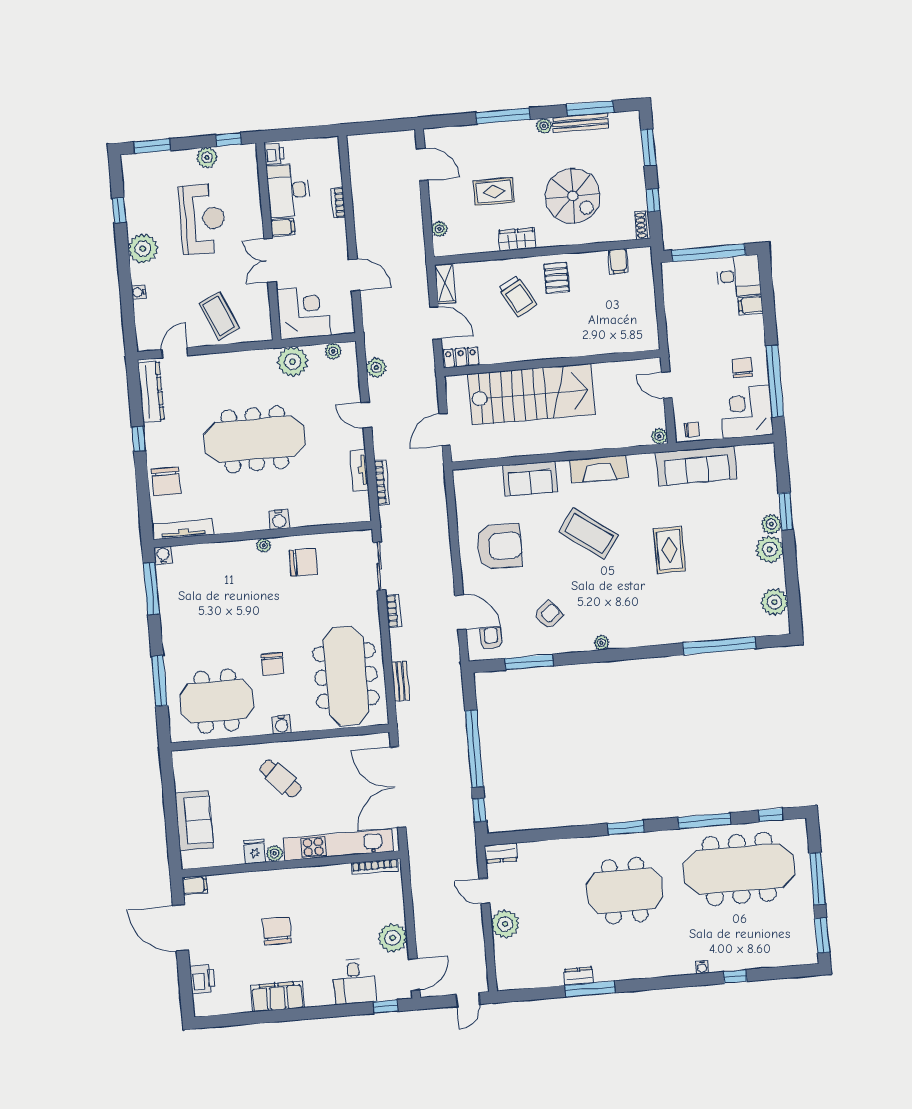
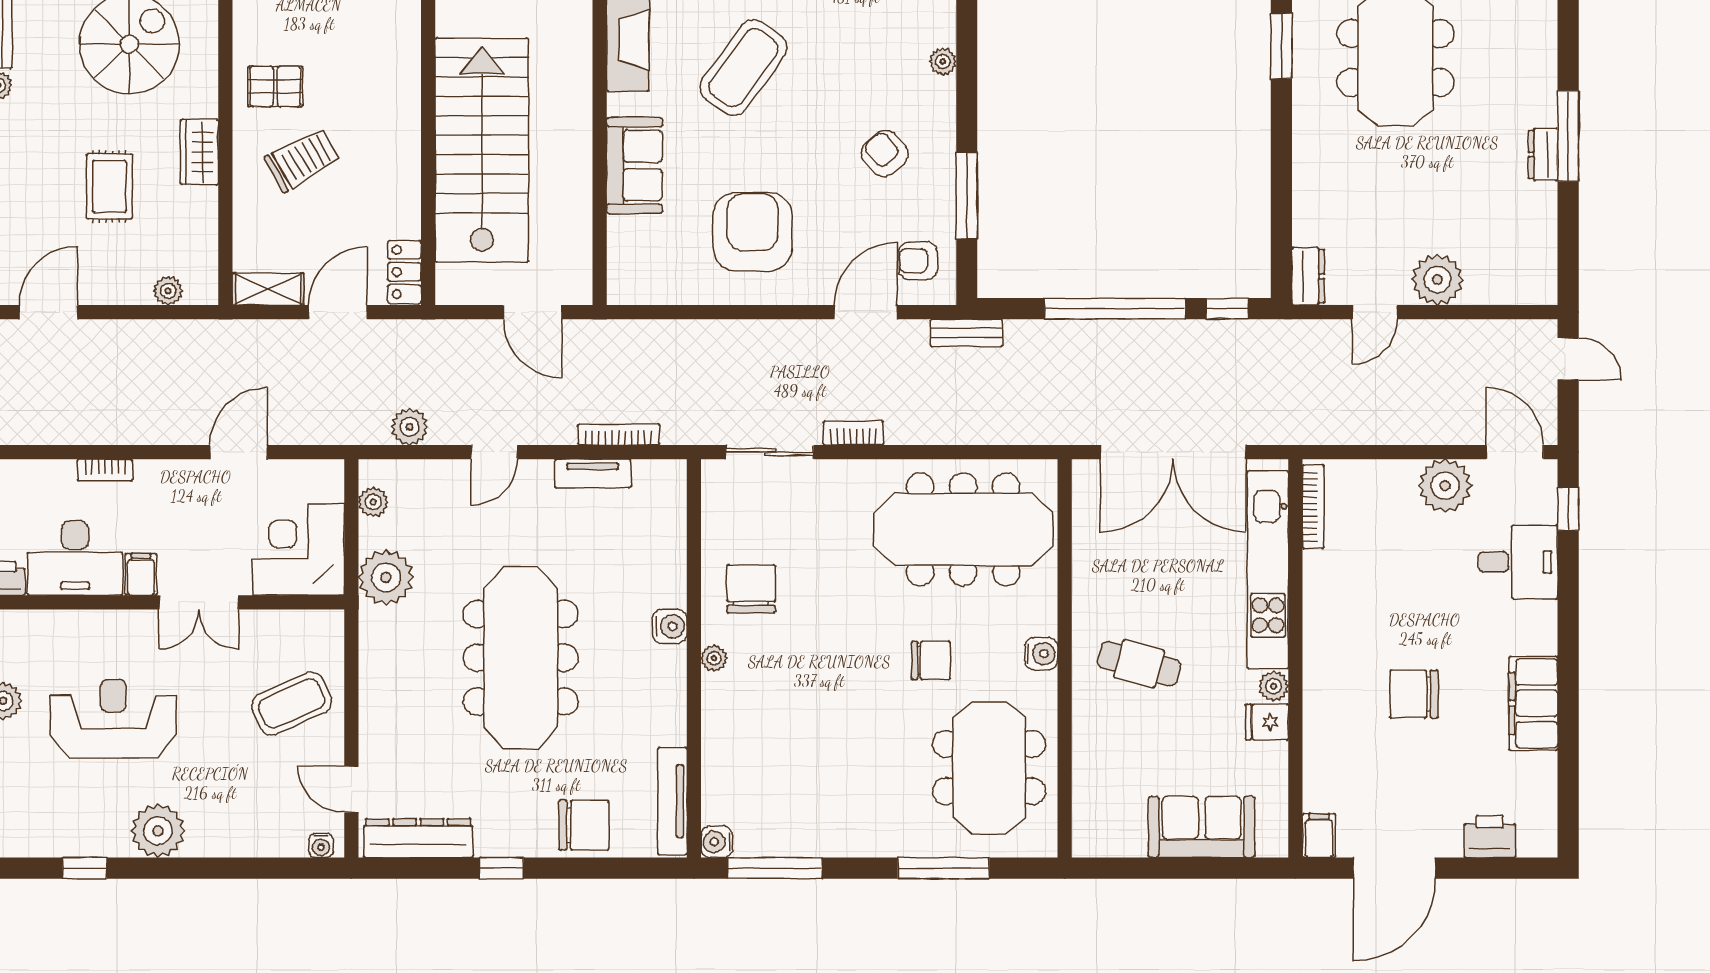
water cooler: (139, 292) -> (321, 845), moved
bench: (401, 681) -> (966, 333), moved
cafe table: (281, 779) -> (1139, 664), turned 60

